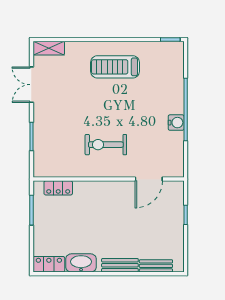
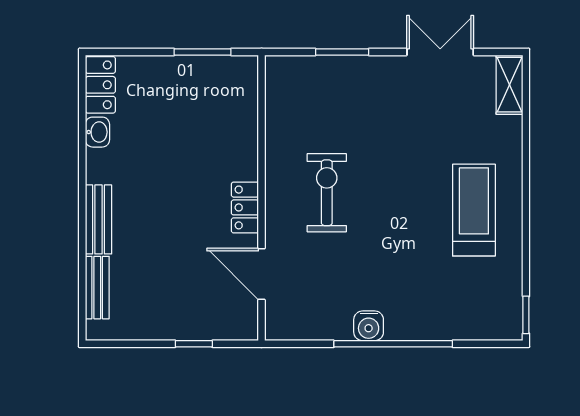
locker: (58, 188) -> (245, 207), moved
washbasin: (81, 263) -> (97, 132), width x0.52, depth x0.69

